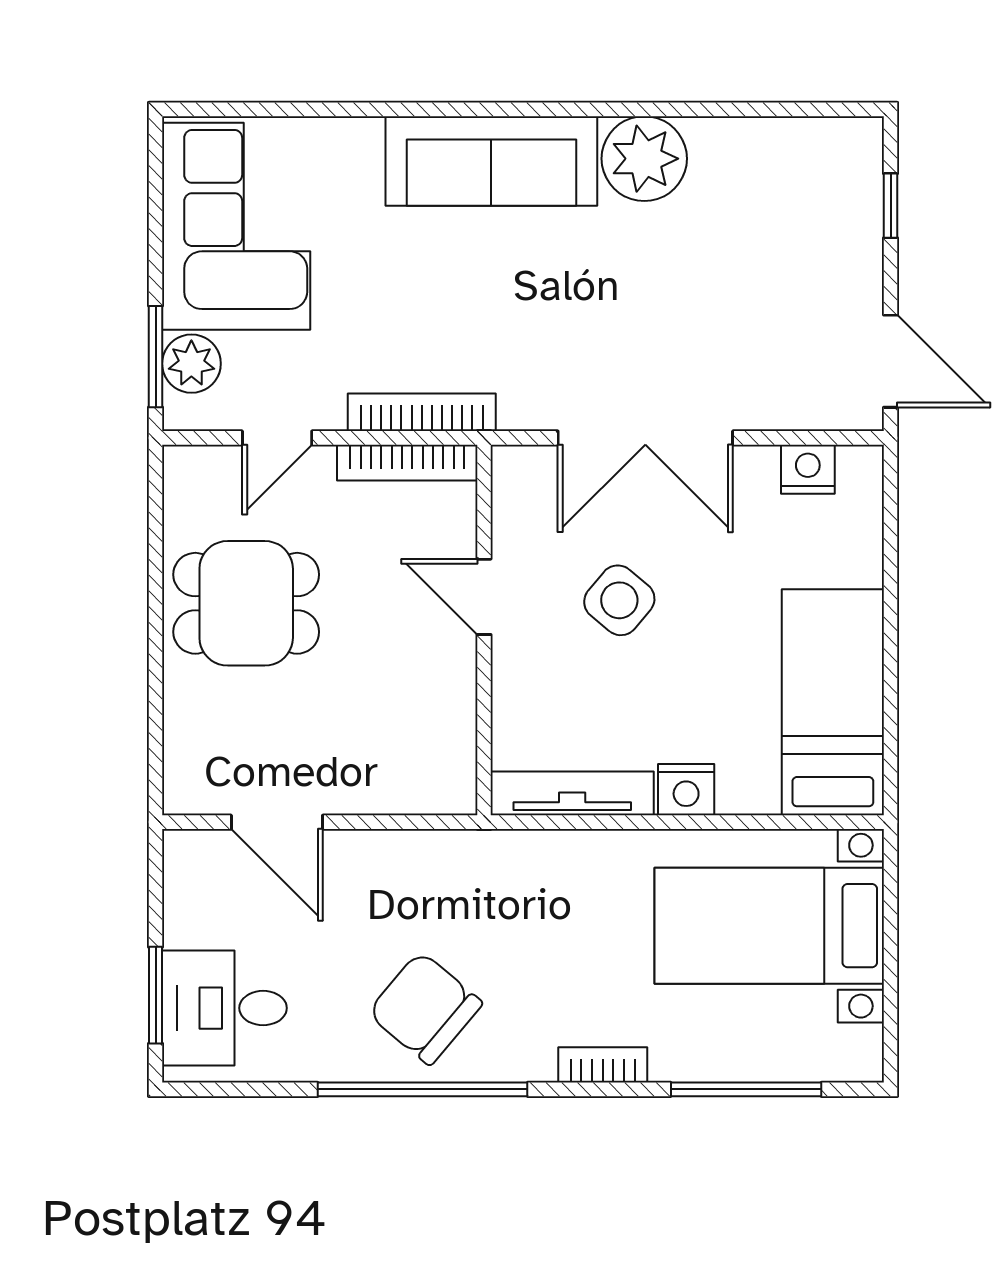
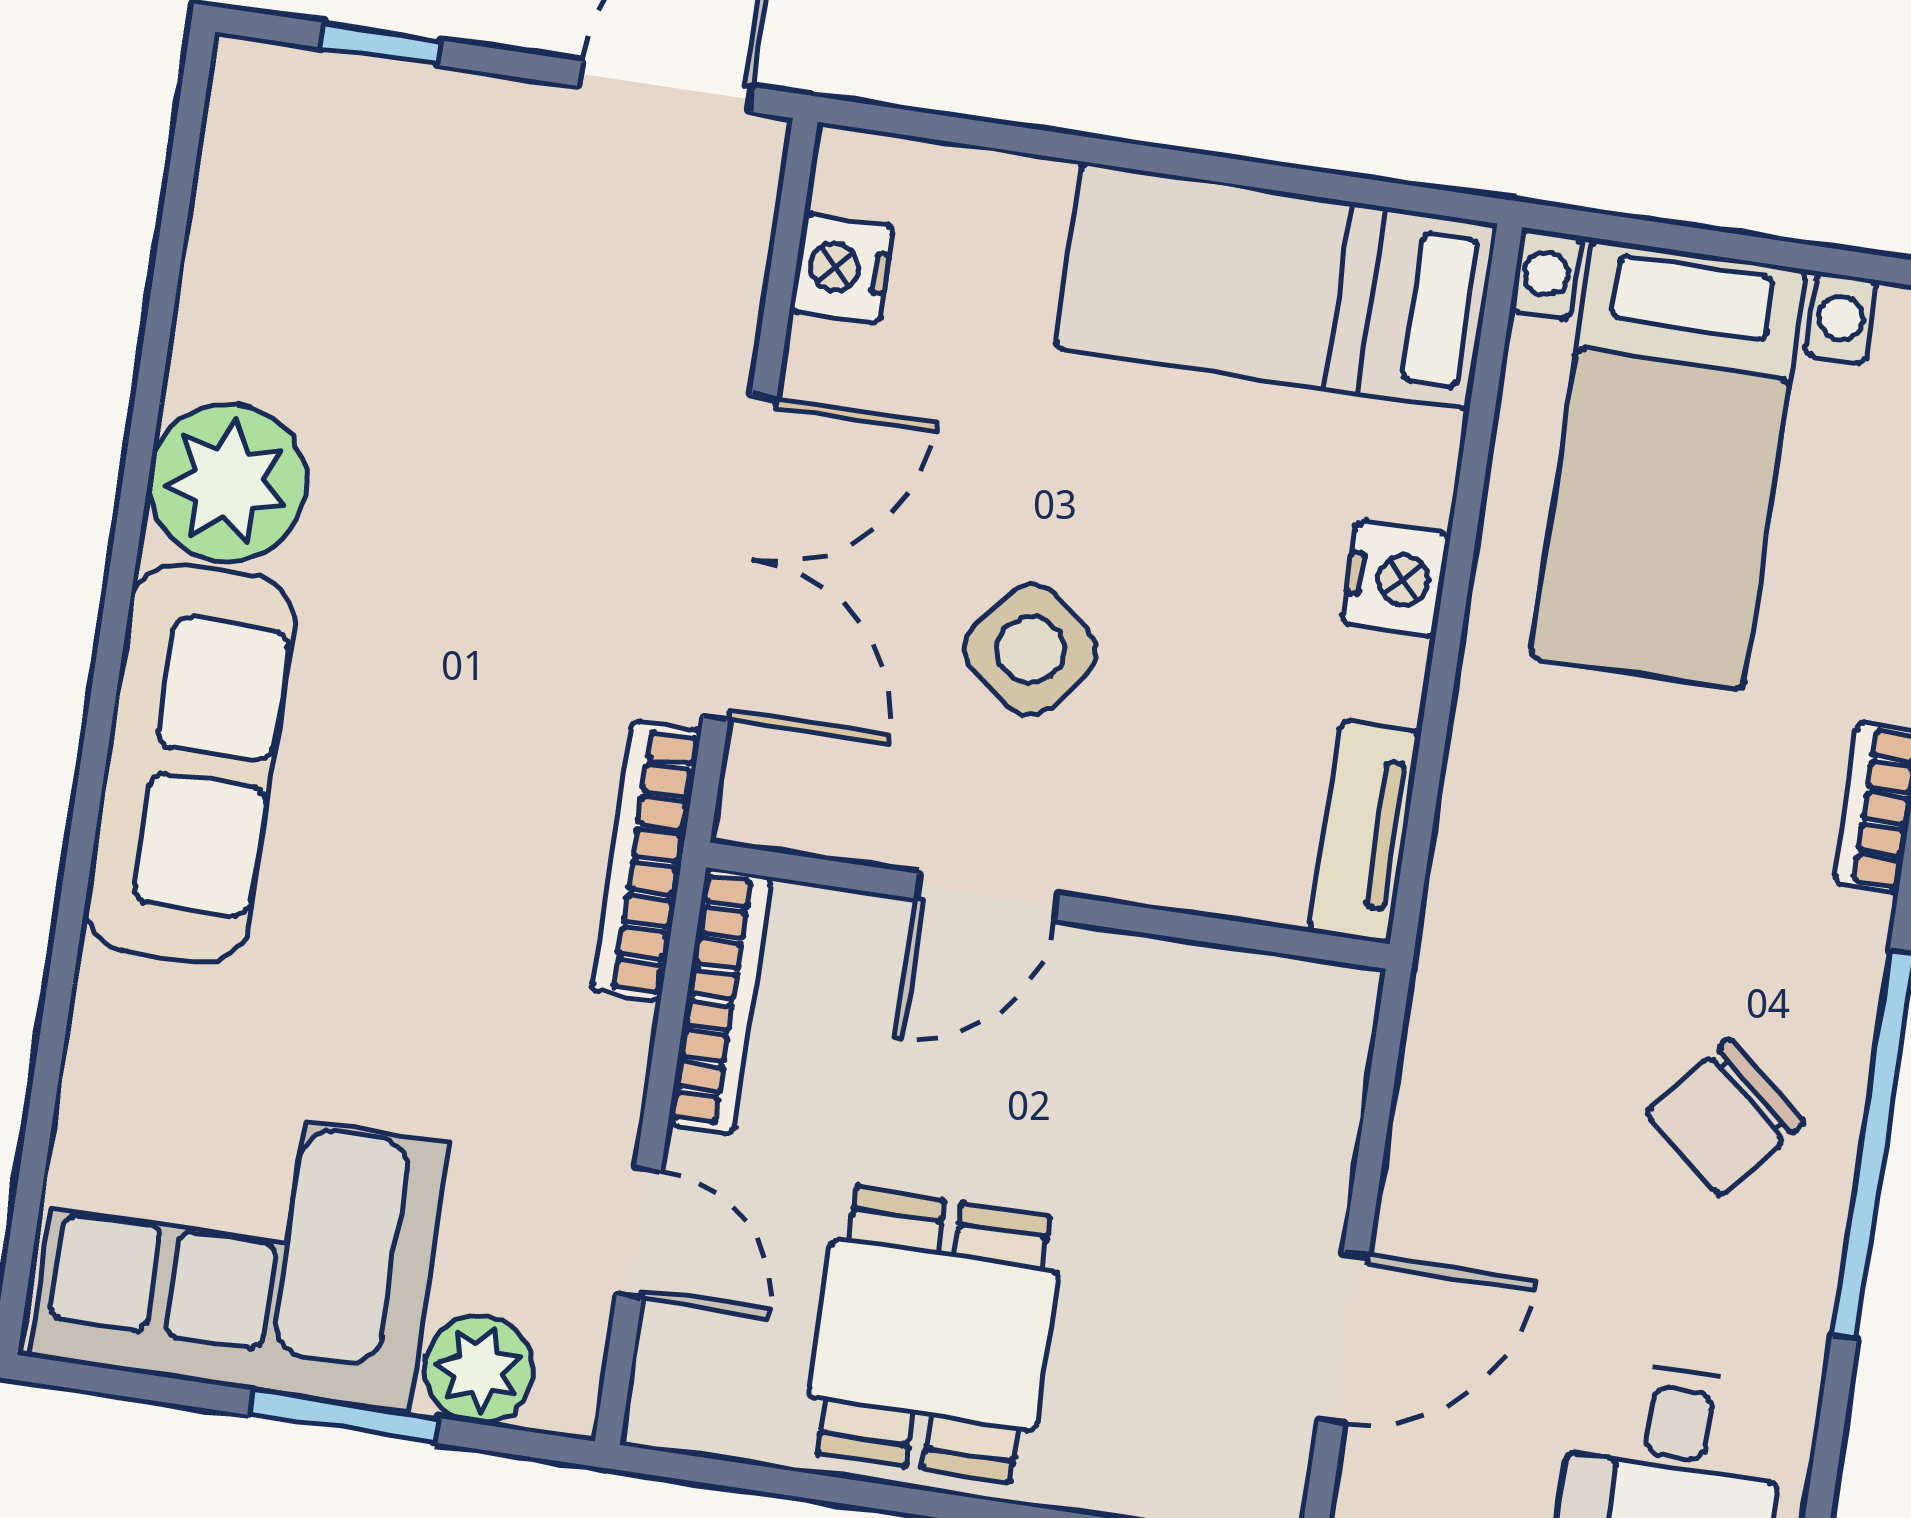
window: (156, 357) -> (344, 1416), moved
bookcase: (422, 412) -> (646, 861), moved
tv unit: (572, 793) -> (1365, 832), width x0.71
chair: (425, 1008) -> (1725, 1118), width x0.73, depth x0.73

